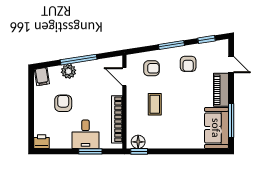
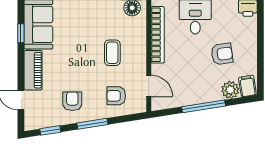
plant: (69, 71) -> (230, 90), moved
armchair: (63, 103) -> (222, 54), turned -98
window: (231, 121) -> (21, 33), width x0.46

